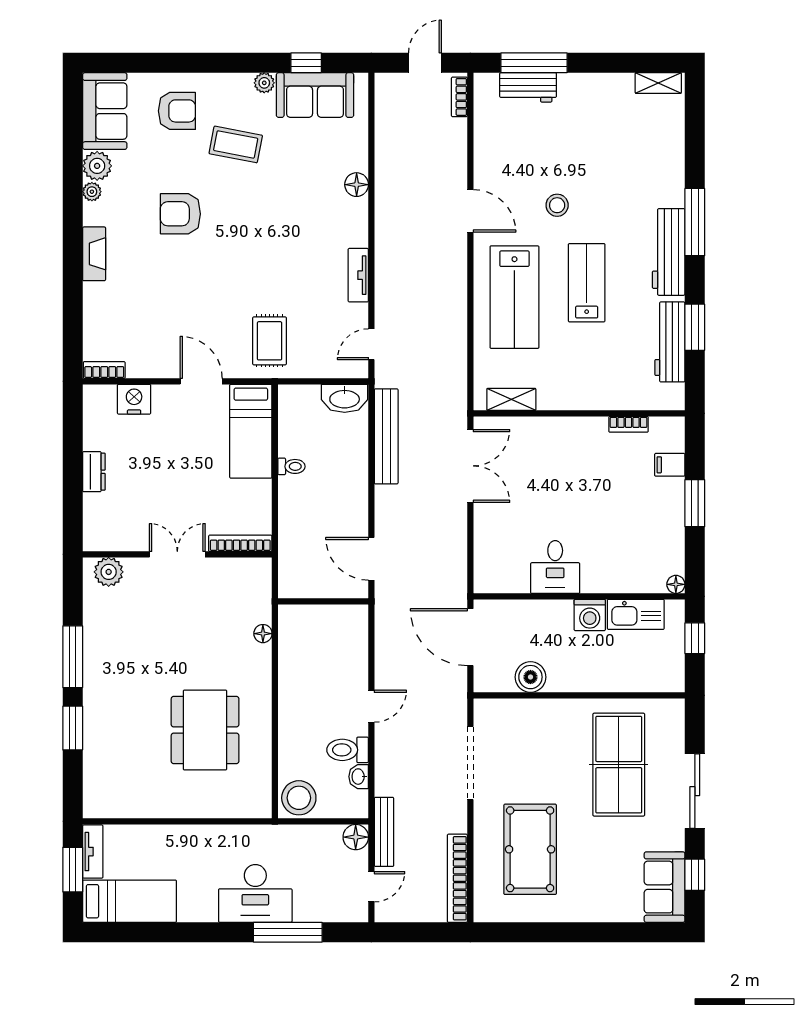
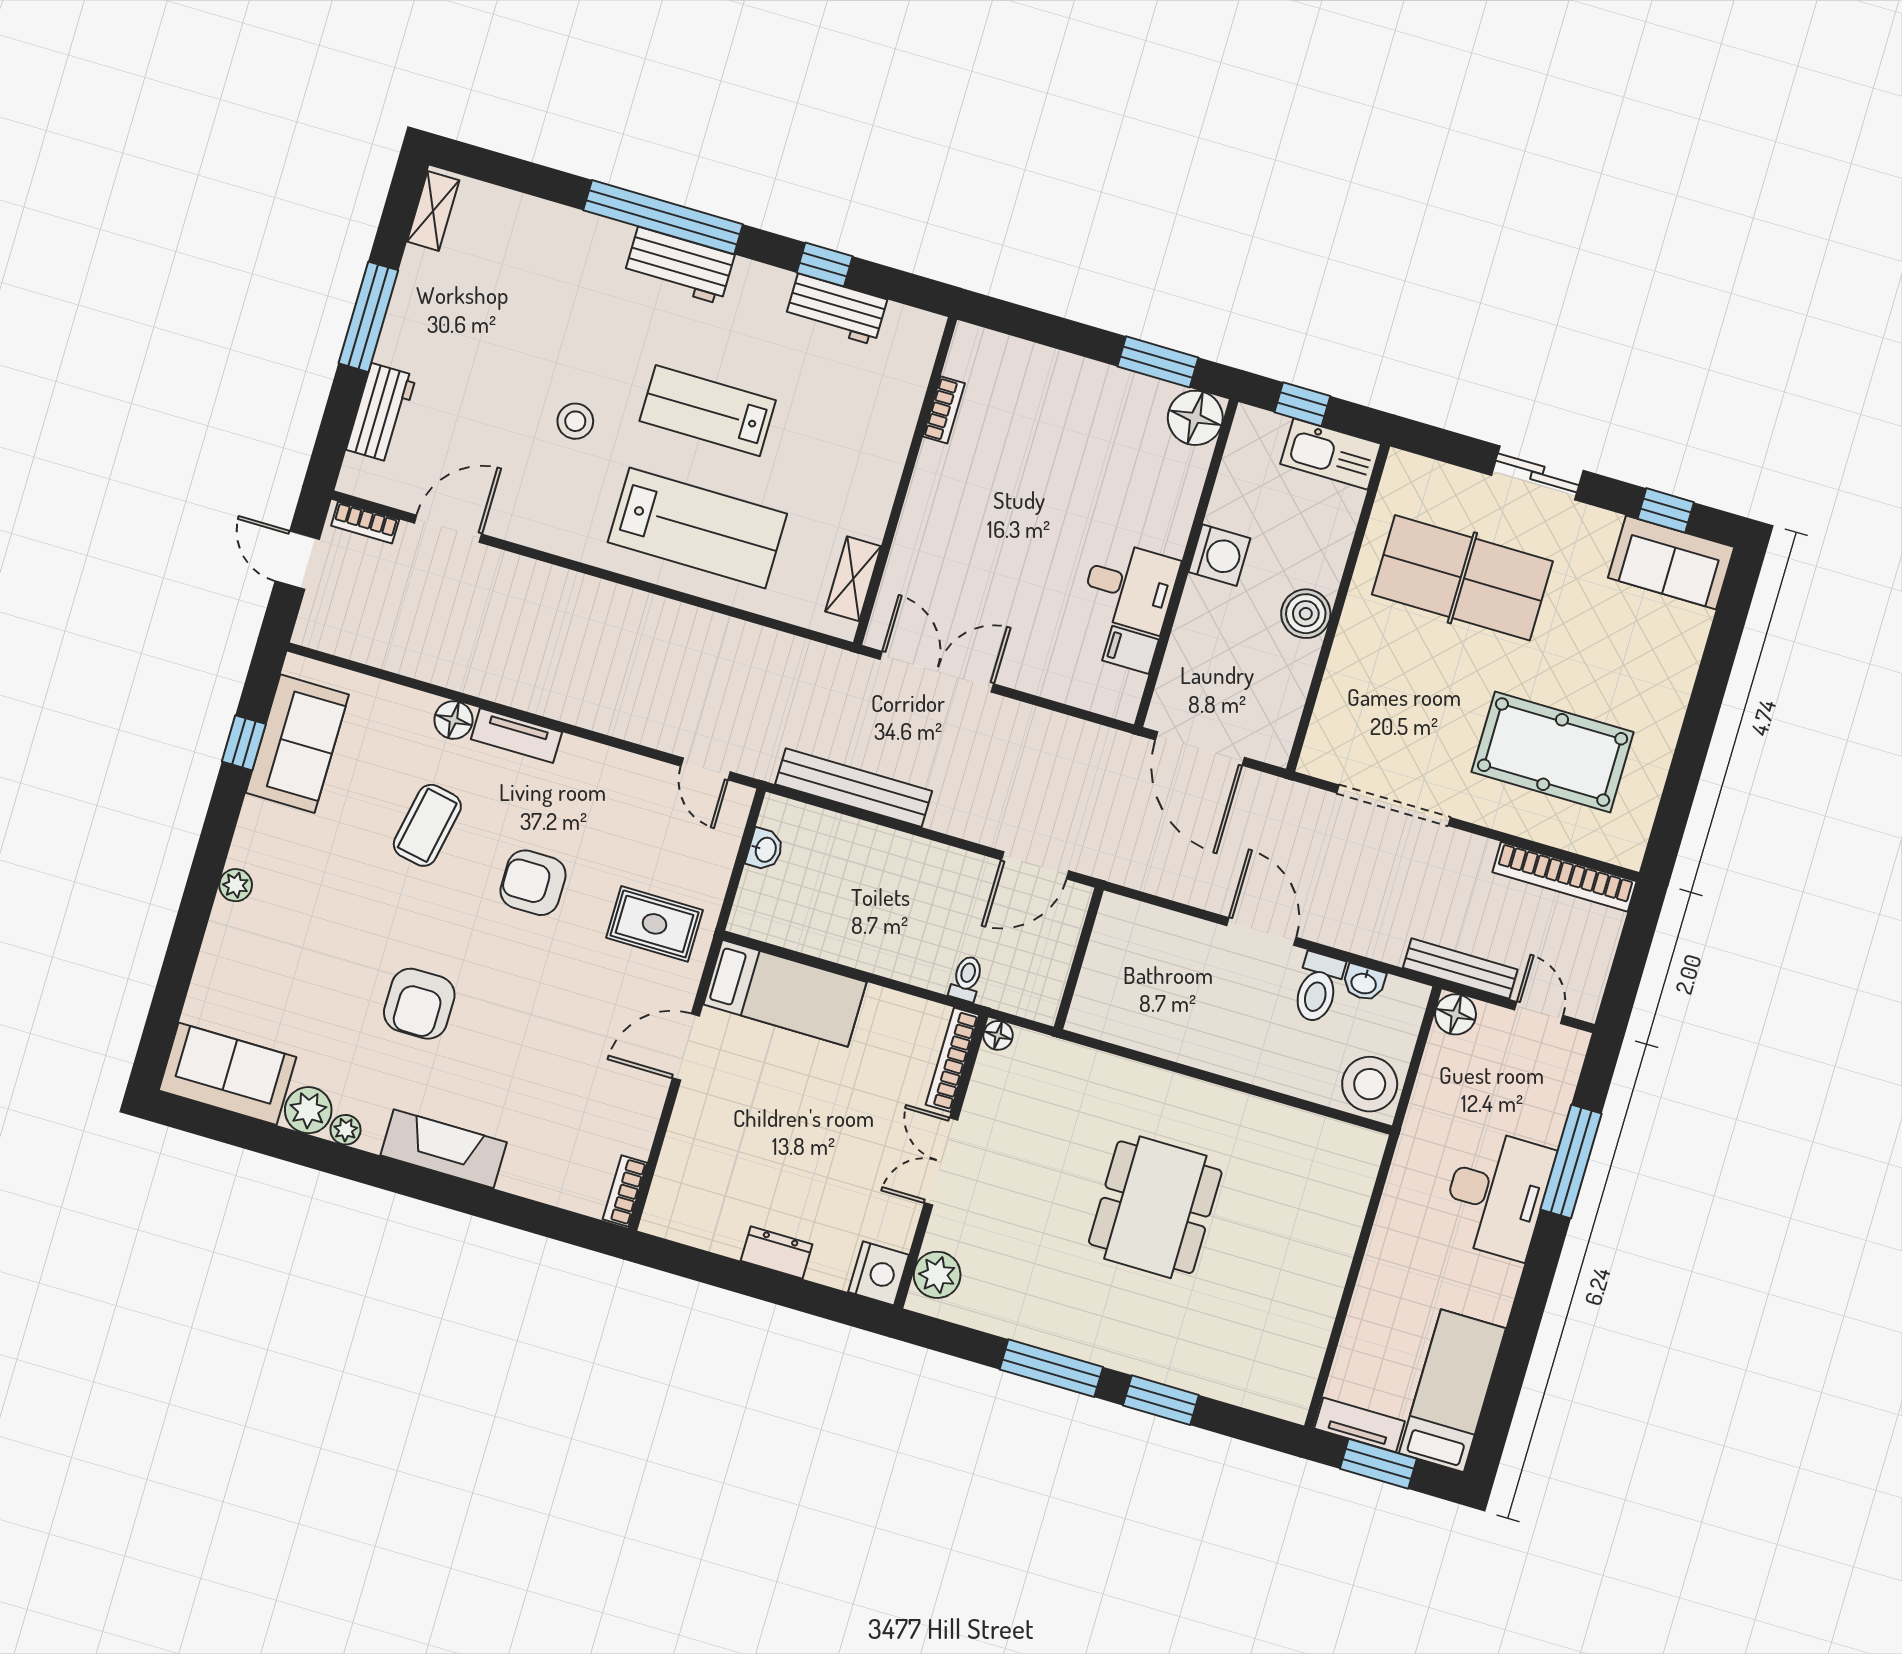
window: (534, 63) -> (368, 317), moved
plant: (264, 83) -> (236, 885), moved
armchair: (177, 111) -> (533, 883), moved, turned -90
coffee table: (236, 144) -> (427, 825), moved
door: (470, 211) -> (448, 529), moved
window: (695, 222) -> (663, 217), width x1.46
workbench: (669, 252) -> (679, 266), width x0.73
fireplace: (94, 254) -> (444, 1149), width x1.37, depth x1.32
tv unit: (358, 275) -> (516, 736), moved
window: (695, 327) -> (825, 264), width x0.67
workbench: (670, 342) -> (836, 309), width x0.73
washbasin: (345, 398) -> (765, 849), width x0.52, depth x0.69
nightstand: (134, 399) -> (879, 1273), moved, turned 180
filing cabinet: (670, 465) -> (1131, 650), moved, turned 90
toilet: (291, 466) -> (966, 979), moved
window: (695, 503) -> (1158, 362), moved
floor lamp: (676, 584) -> (1195, 418), width x1.89, depth x1.89
kitchen sink: (636, 614) -> (1331, 454), moved, turned 90
floor lamp: (263, 634) -> (998, 1035), moved
door: (470, 637) -> (1200, 749), hinge flipped
boiler: (530, 677) -> (1306, 614), moved
door: (371, 706) -> (1261, 932), width x1.38
dining table: (205, 730) -> (1155, 1207), moved, turned 90
sliding door: (695, 791) -> (1537, 473), width x0.73

